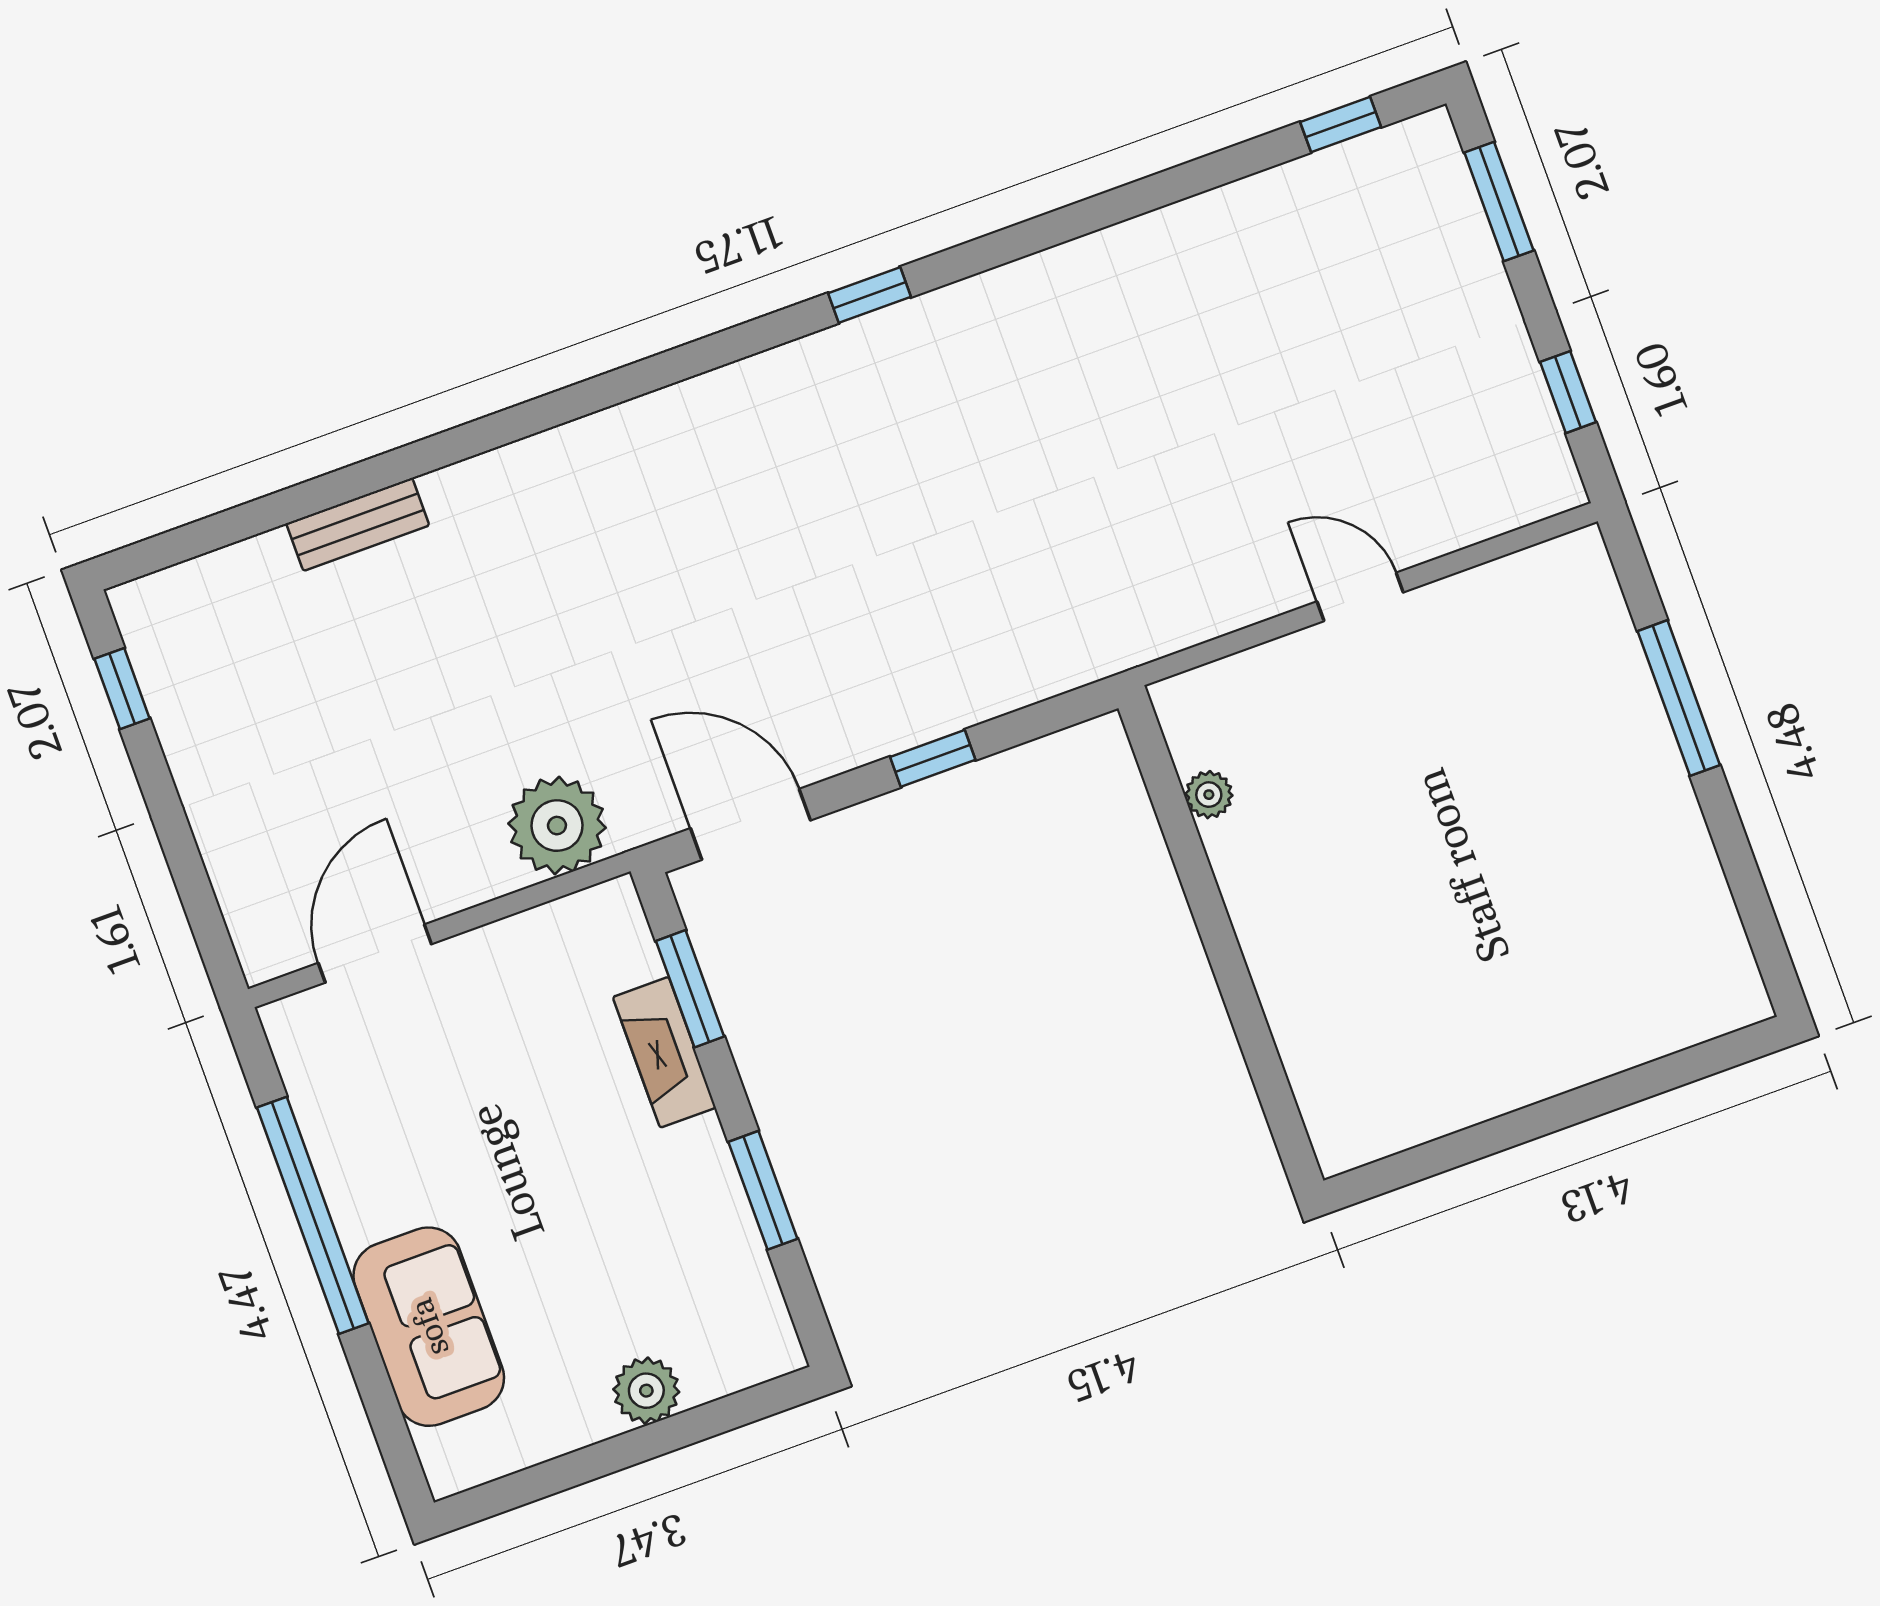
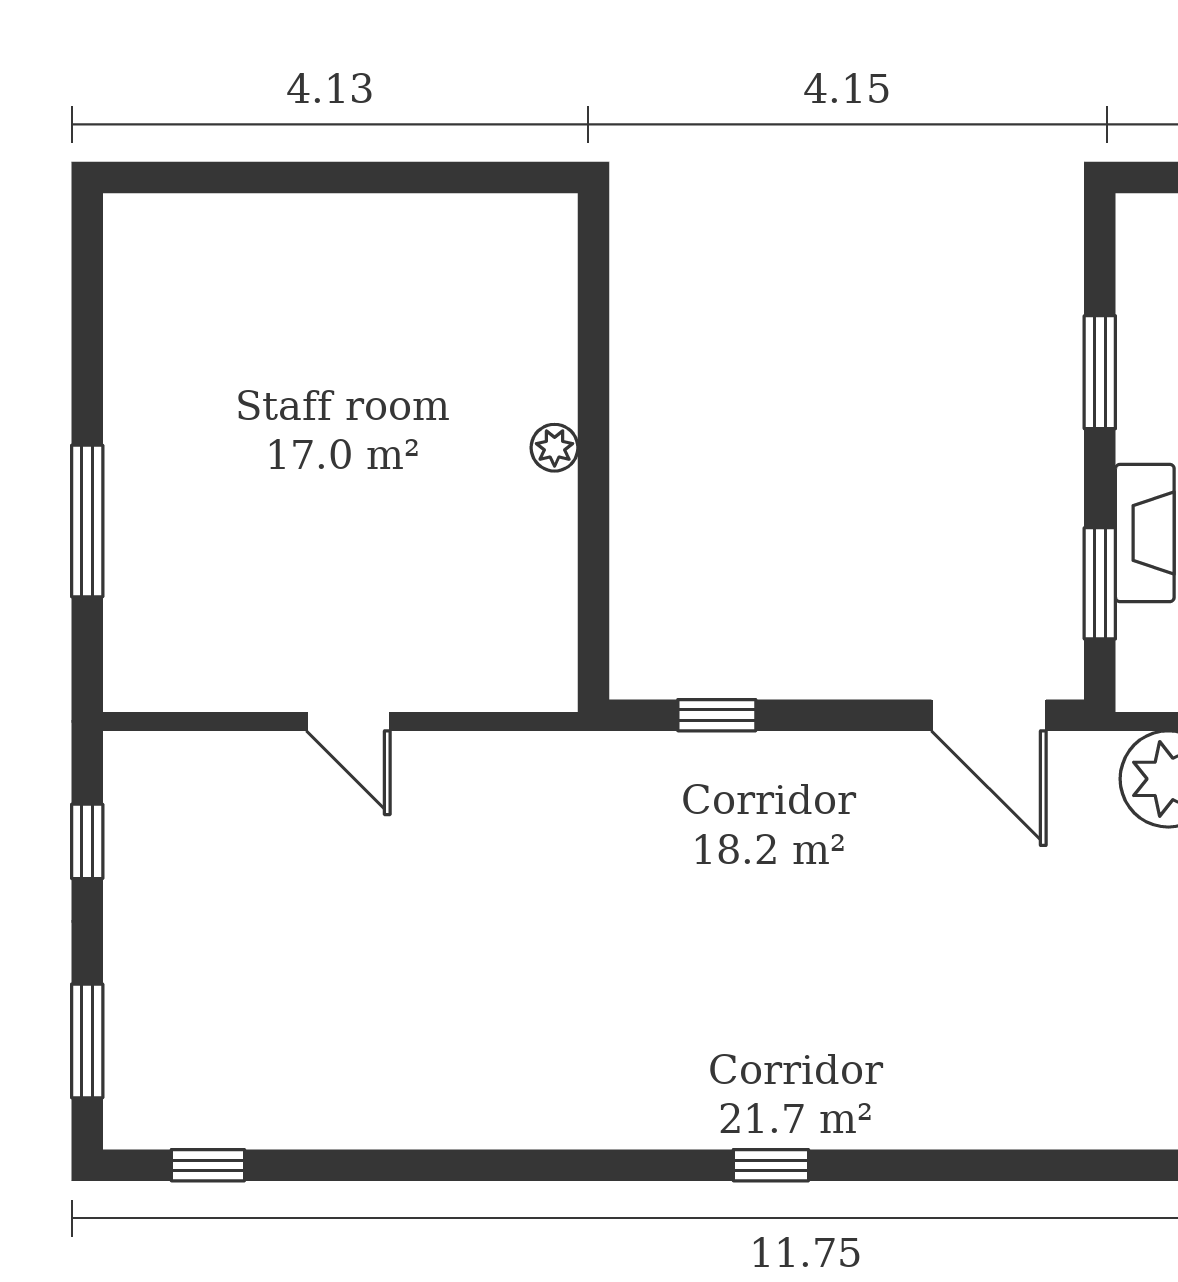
window: (869, 295) -> (771, 1165), moved
window: (933, 758) -> (717, 715), moved
plant: (1209, 795) -> (555, 448), moved

